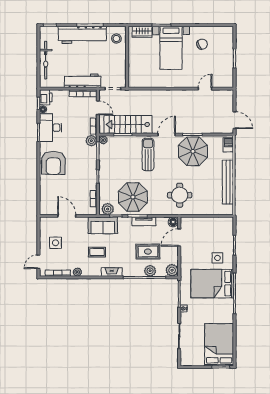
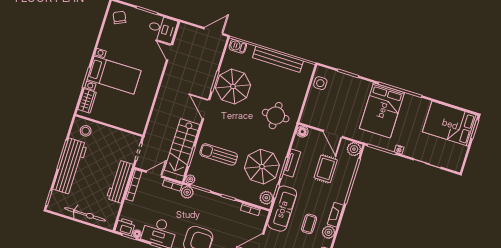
chair: (202, 44) -> (119, 18), moved
desk: (223, 76) -> (162, 29), added
sun lounger: (148, 154) -> (219, 154), moved
sofa: (103, 225) -> (282, 209), width x1.36
door: (179, 238) -> (333, 134), moved
side table: (217, 258) -> (320, 83), moved
plant: (150, 271) -> (328, 232), moved

